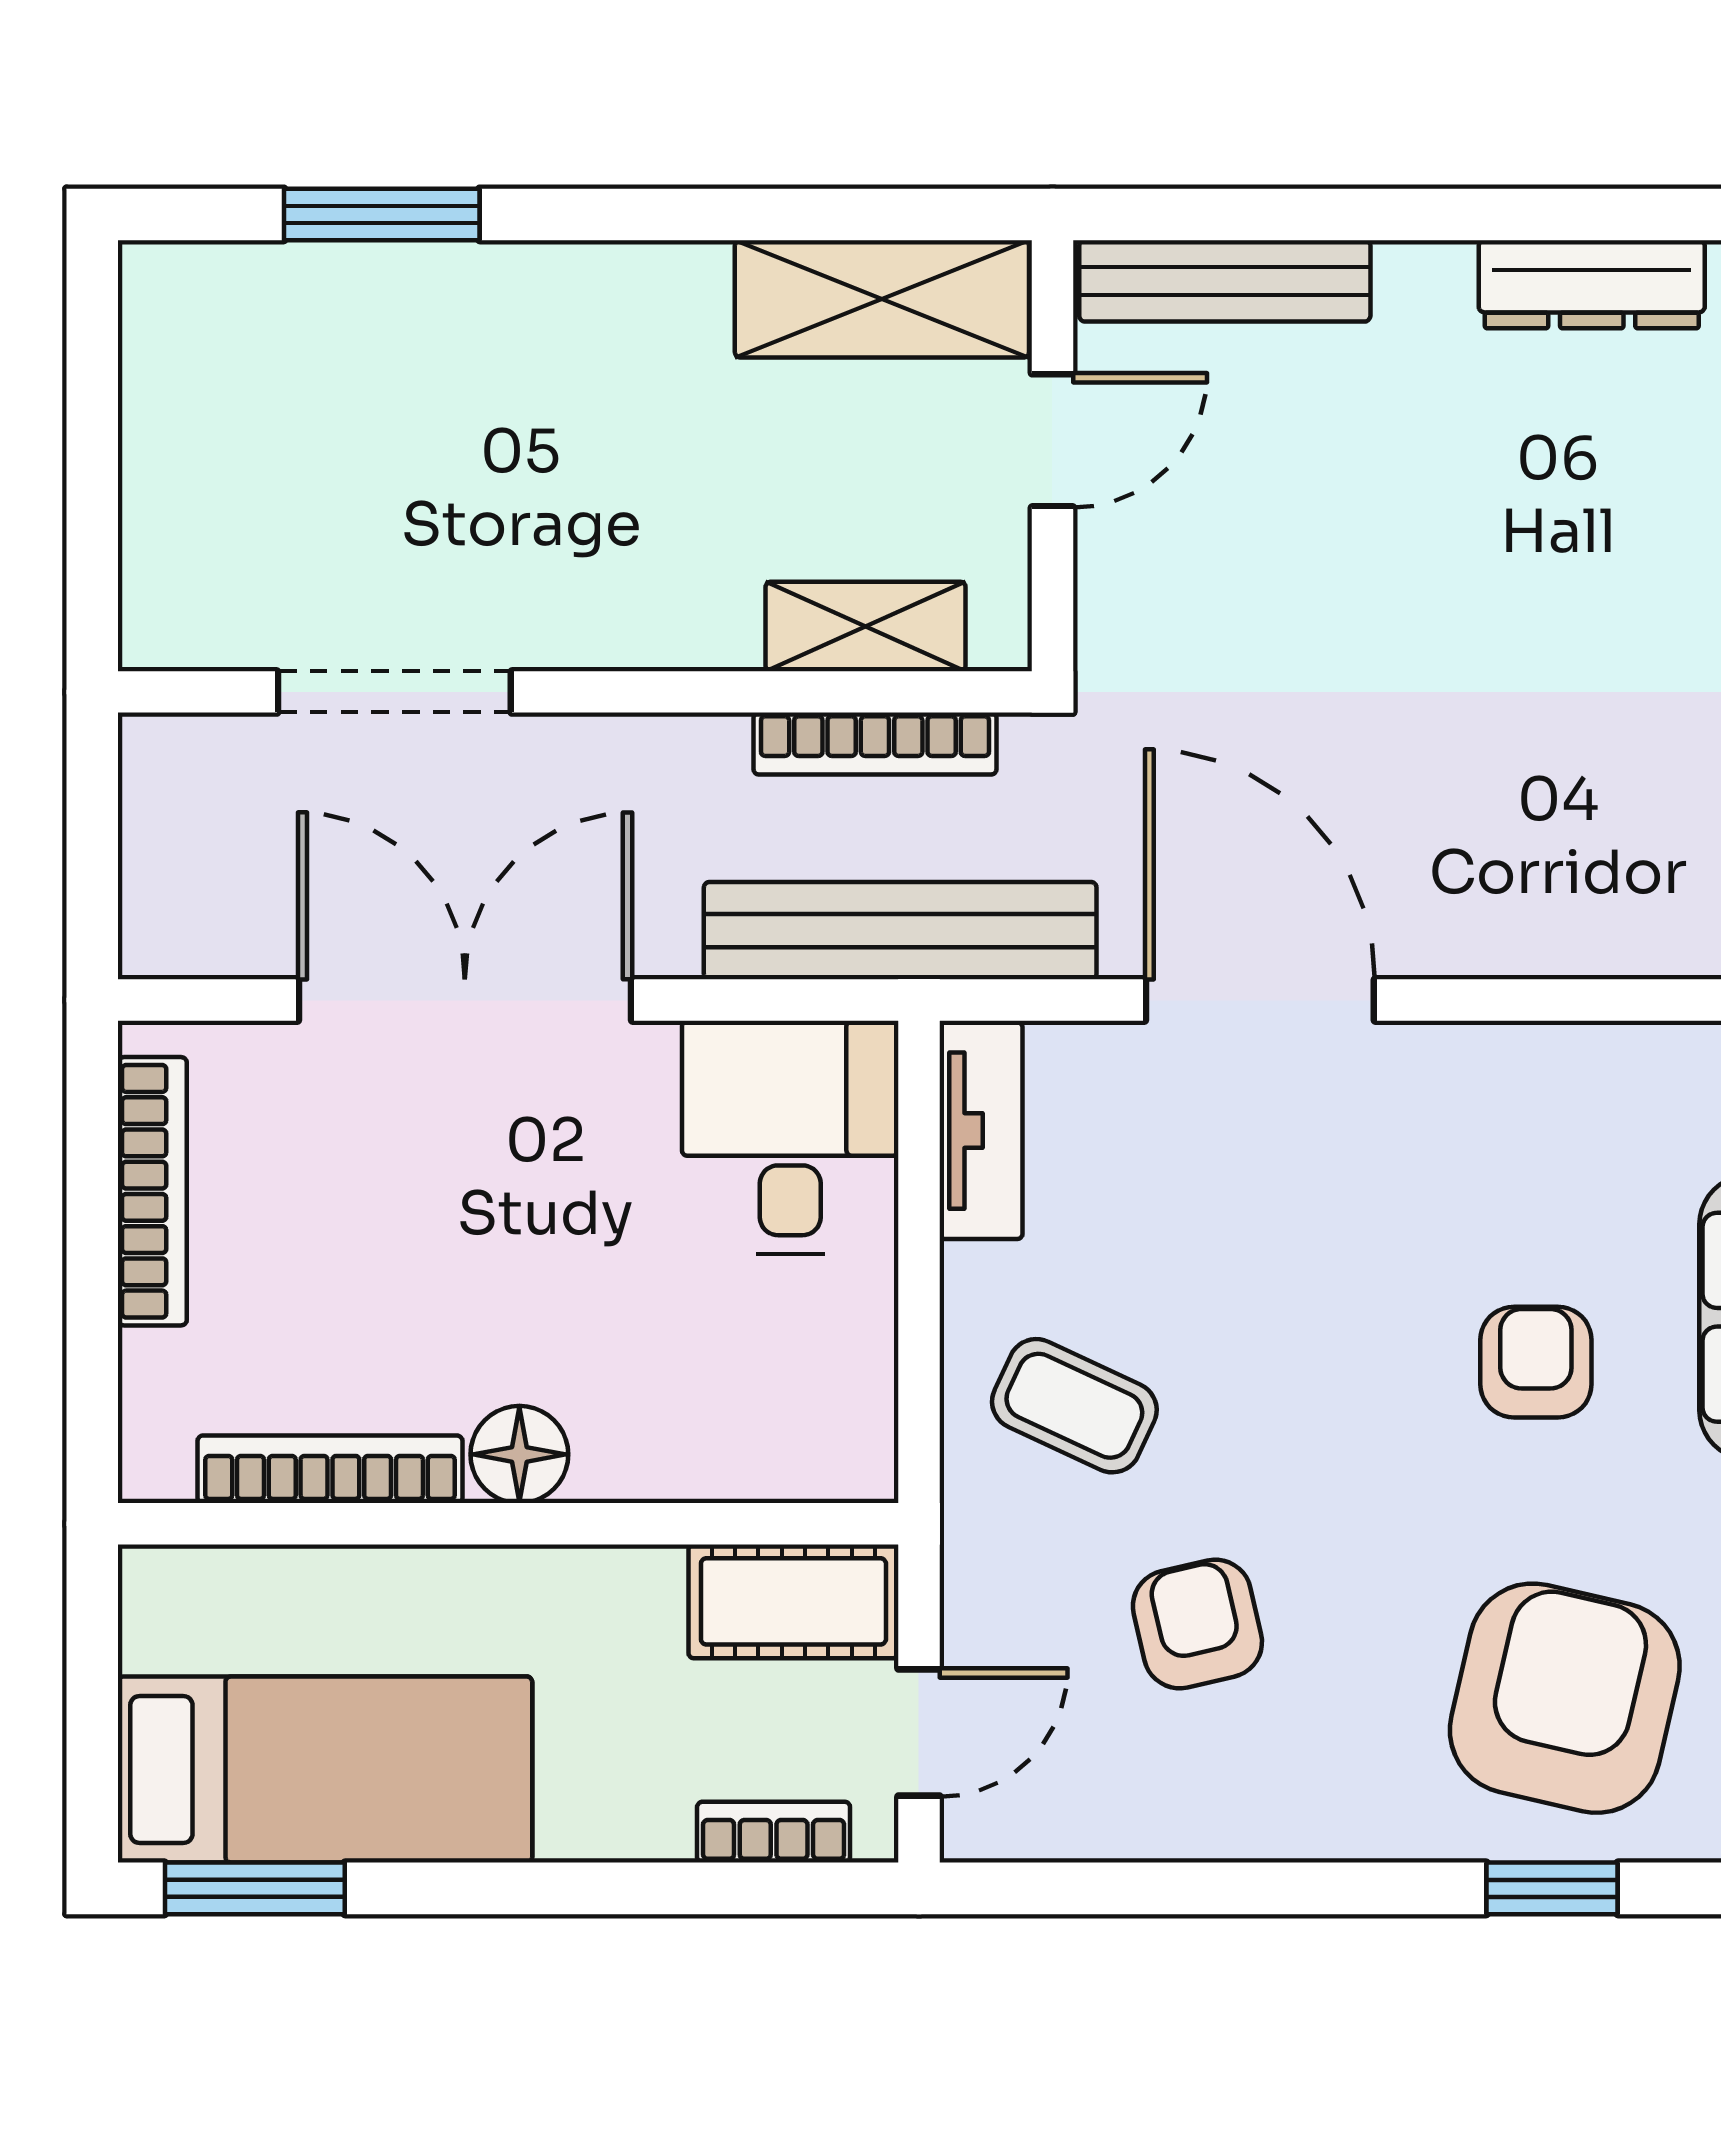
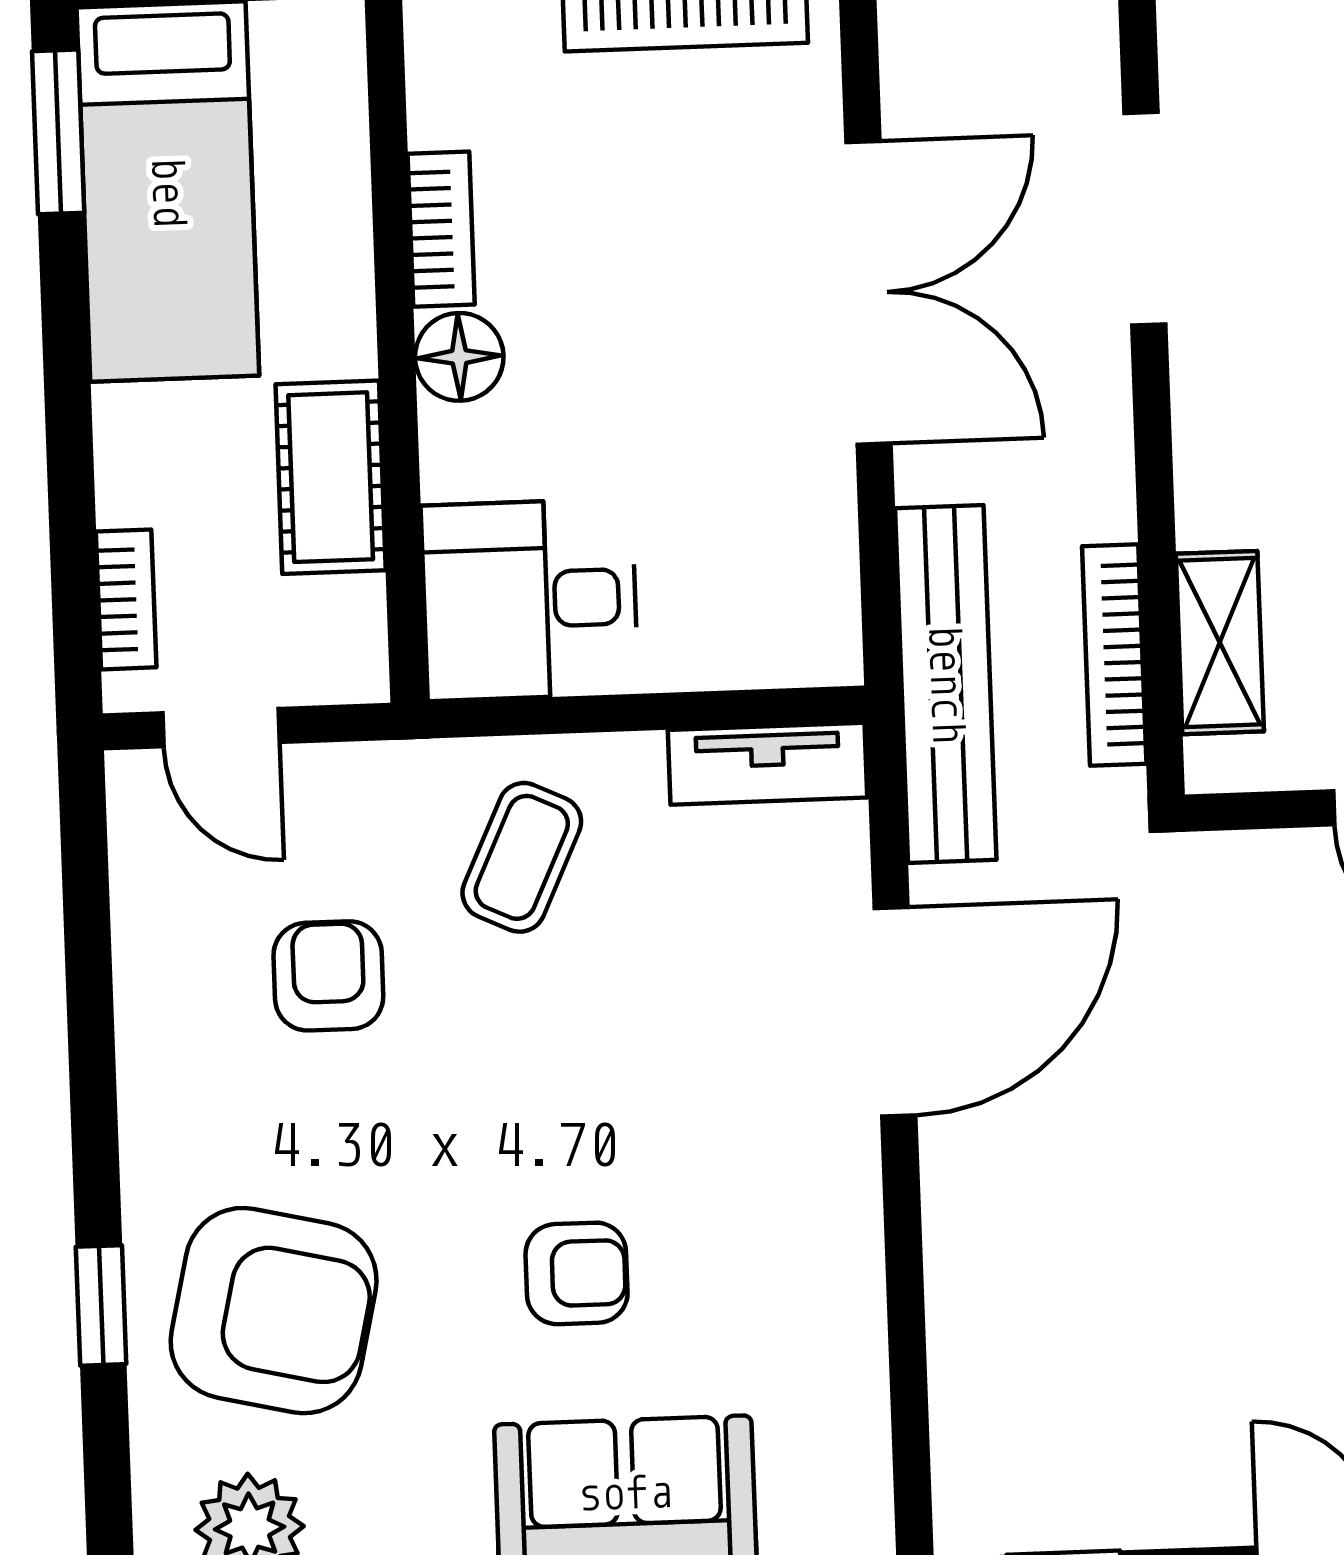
desk: (790, 1137) -> (530, 600), moved, turned 180
bookcase: (330, 1469) -> (441, 229), width x0.64
cot: (793, 1601) -> (331, 477), moved
armchair: (1197, 1624) -> (328, 976), turned -77

